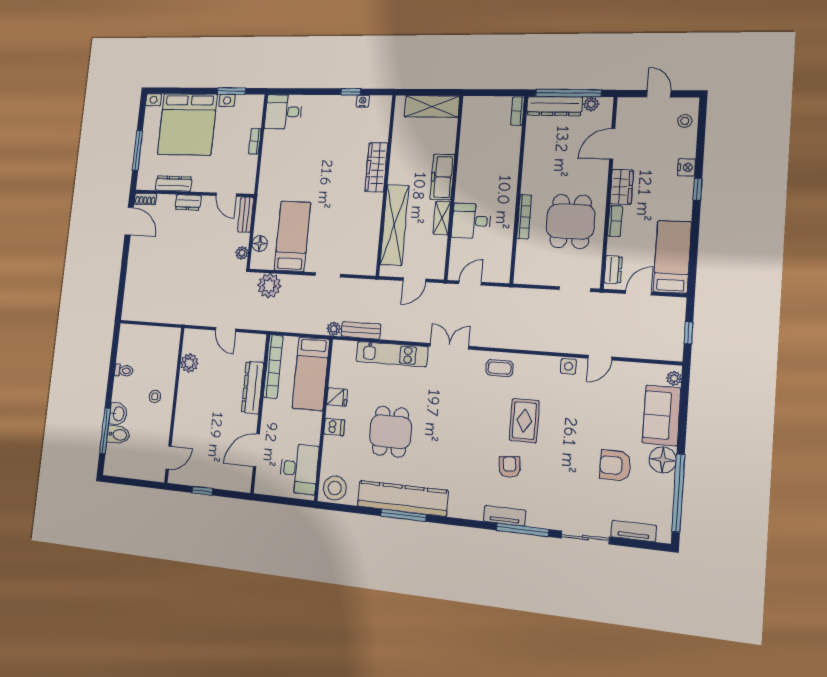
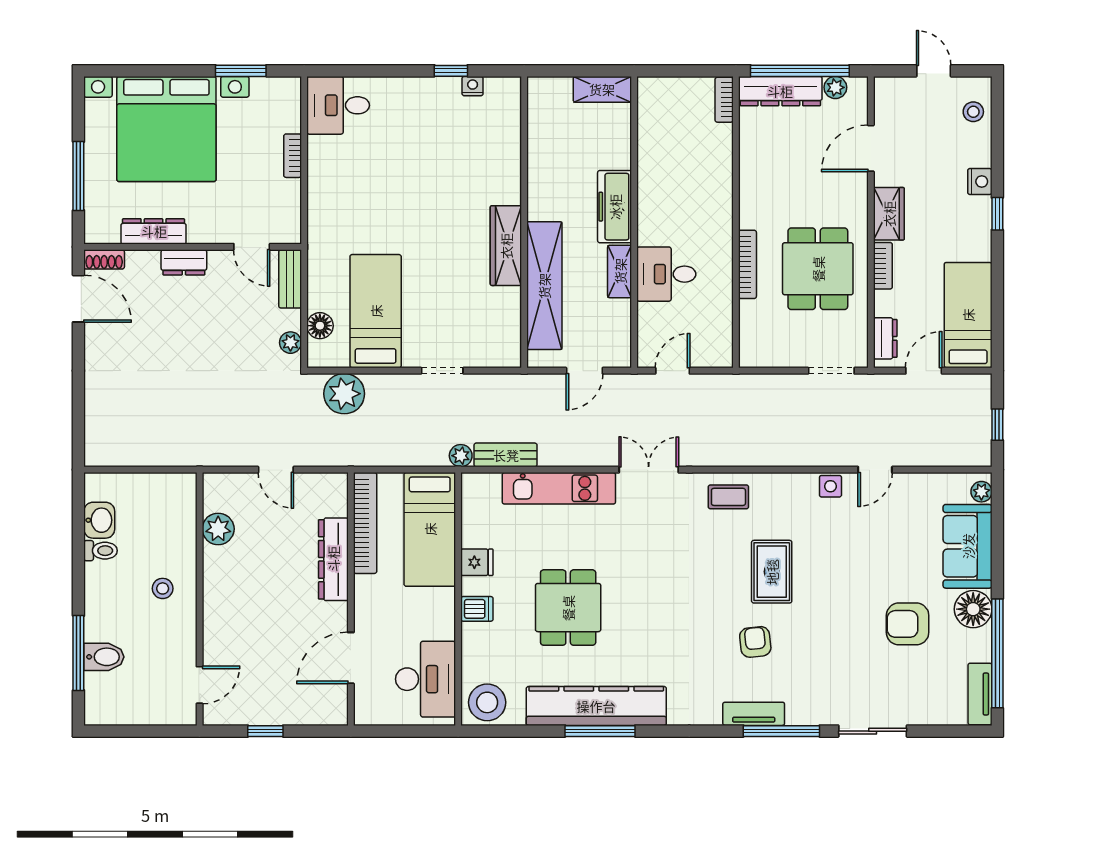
shelving: (432, 106) -> (602, 89), width x0.67, depth x0.75
wardrobe: (376, 167) -> (506, 246), moved
washbasin: (118, 414) -> (99, 520), moved
tv unit: (634, 531) -> (980, 694), moved, turned -90

